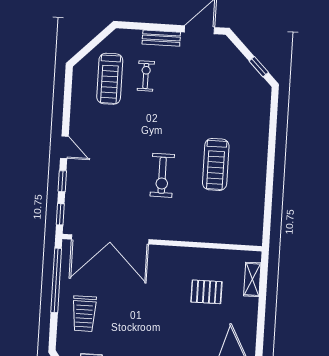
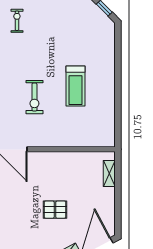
pallet: (206, 292) -> (55, 210), moved

